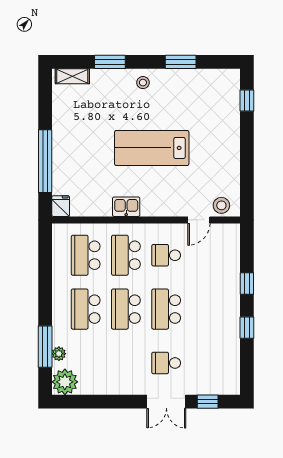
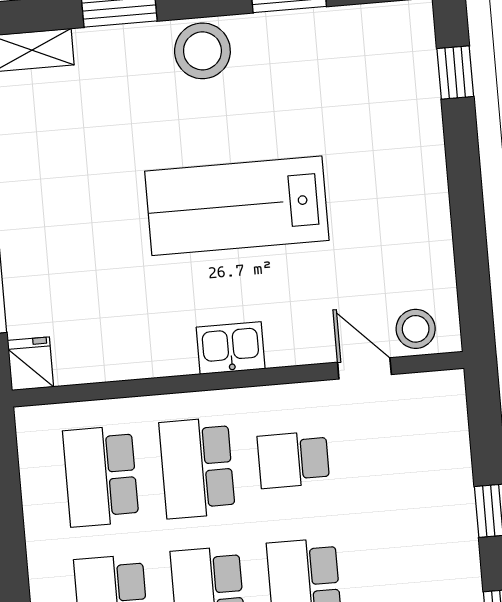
stool: (143, 83) -> (202, 51), width x1.89, depth x1.89
kitchen sink: (126, 207) -> (231, 348), moved
door: (199, 220) -> (364, 368), swing flipped

